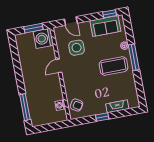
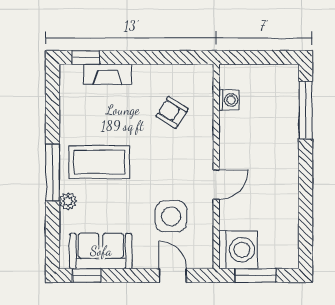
armchair: (76, 105) -> (172, 112), moved
window: (102, 117) -> (86, 58), moved

